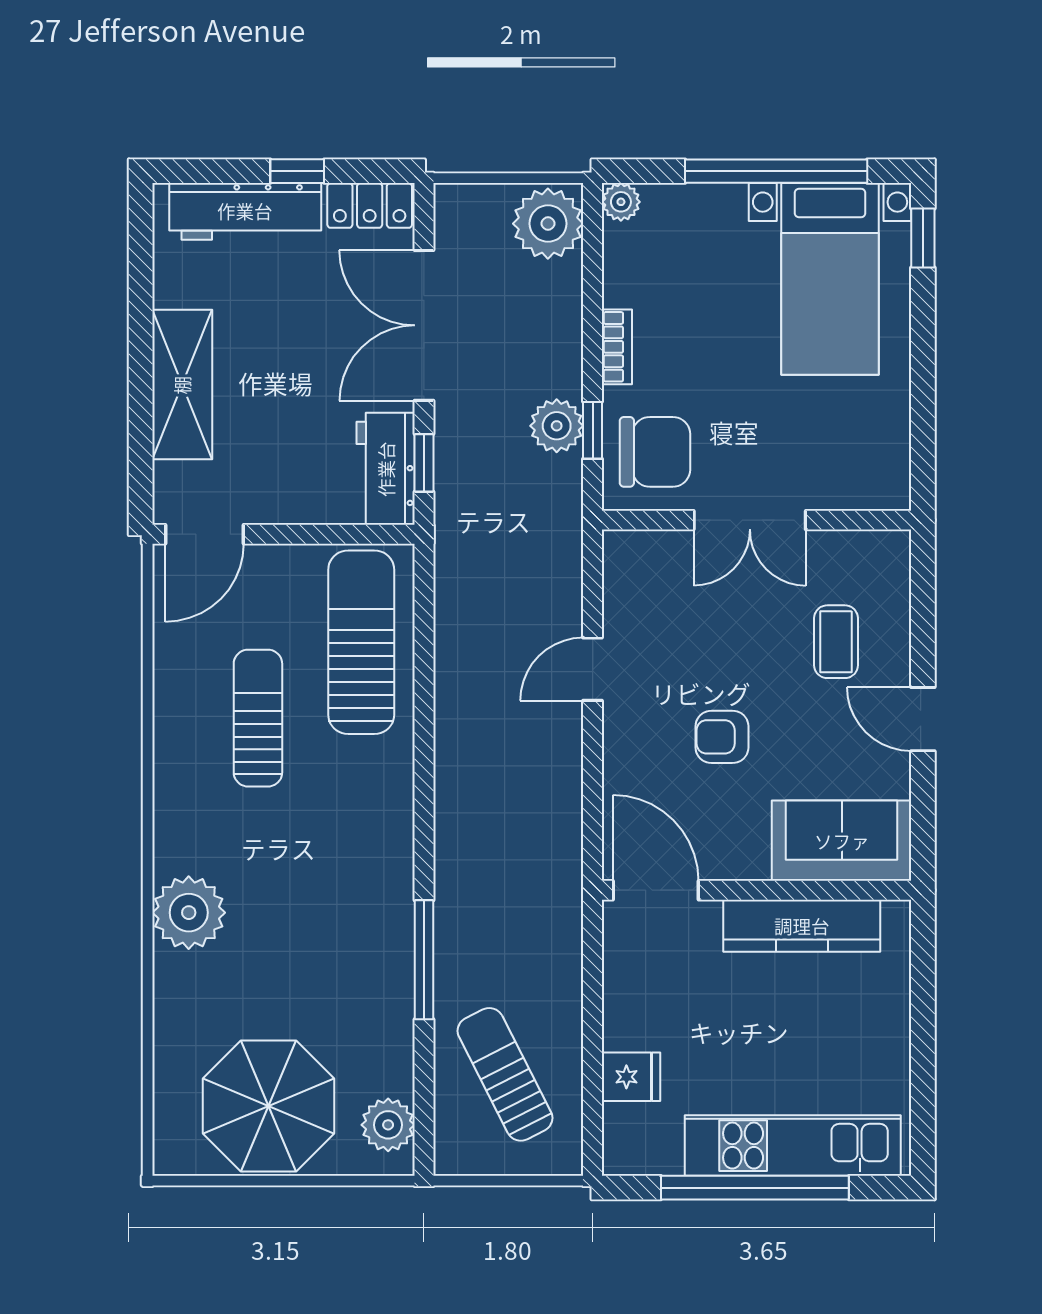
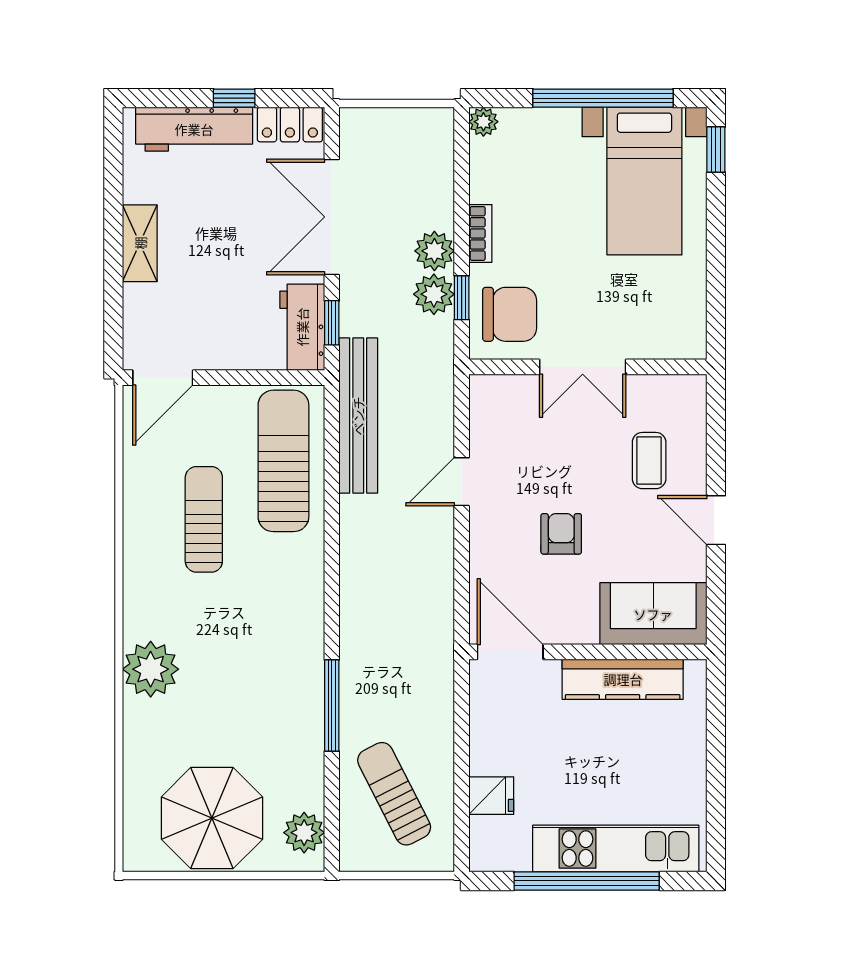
plant: (548, 224) -> (434, 251), moved, width x0.73, depth x0.73
shelving: (182, 385) -> (140, 243), width x0.67, depth x0.75
bench: (458, 583) -> (358, 416), added
armchair: (722, 737) -> (561, 534), turned 90

